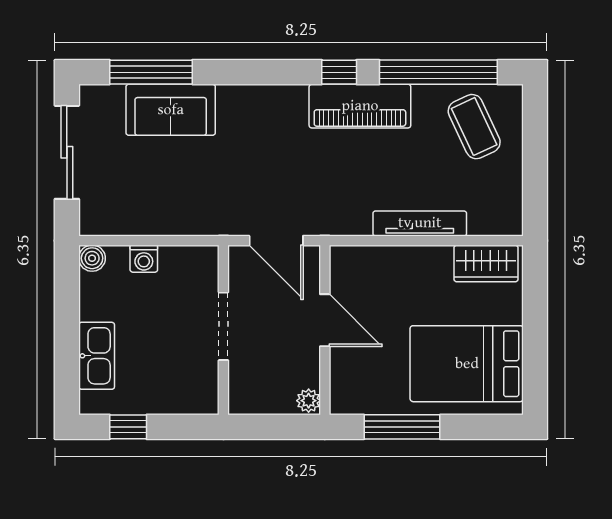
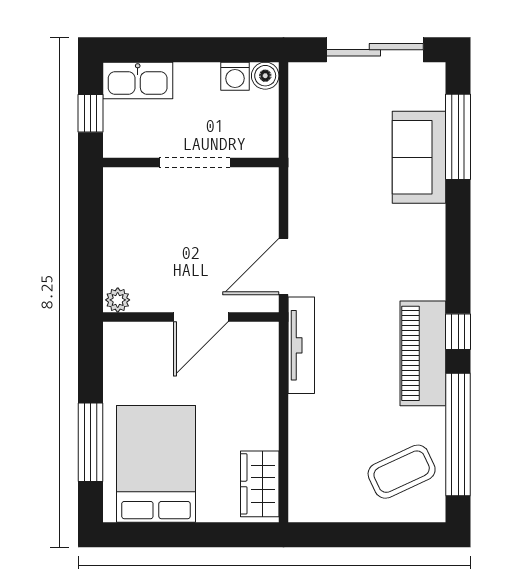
tv unit: (420, 223) -> (301, 345), moved
washing machine: (144, 259) -> (235, 76), moved, turned -90
doorway: (223, 326) -> (195, 162), moved
wall: (223, 330) -> (191, 162), moved
kitchen sink: (97, 356) -> (138, 80), moved
window: (402, 427) -> (90, 442), moved

